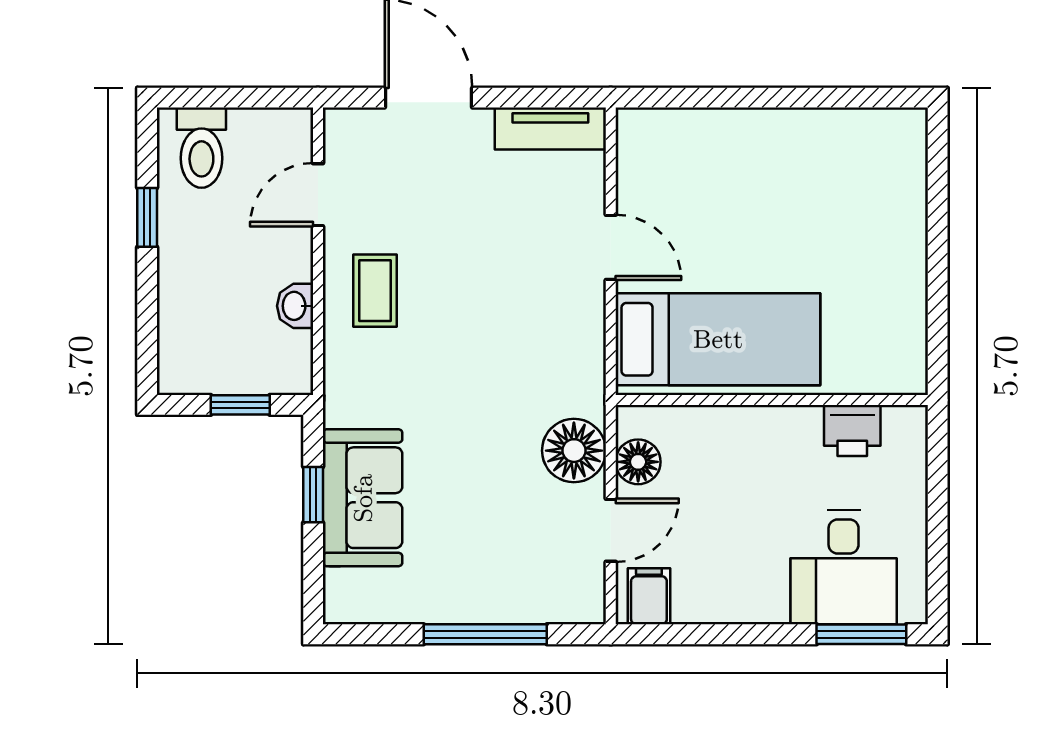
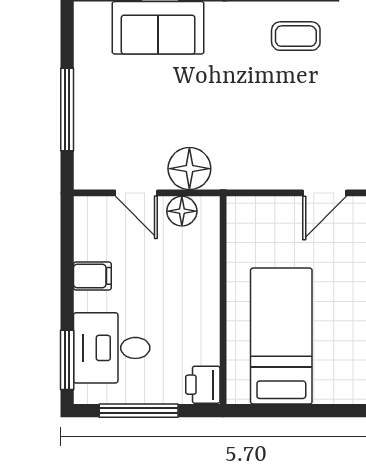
bed: (718, 339) -> (281, 336), moved, turned 180
printer: (852, 430) -> (203, 385), moved
window: (938, 527) -> (139, 411), added
filing cabinet: (649, 596) -> (92, 276), moved

